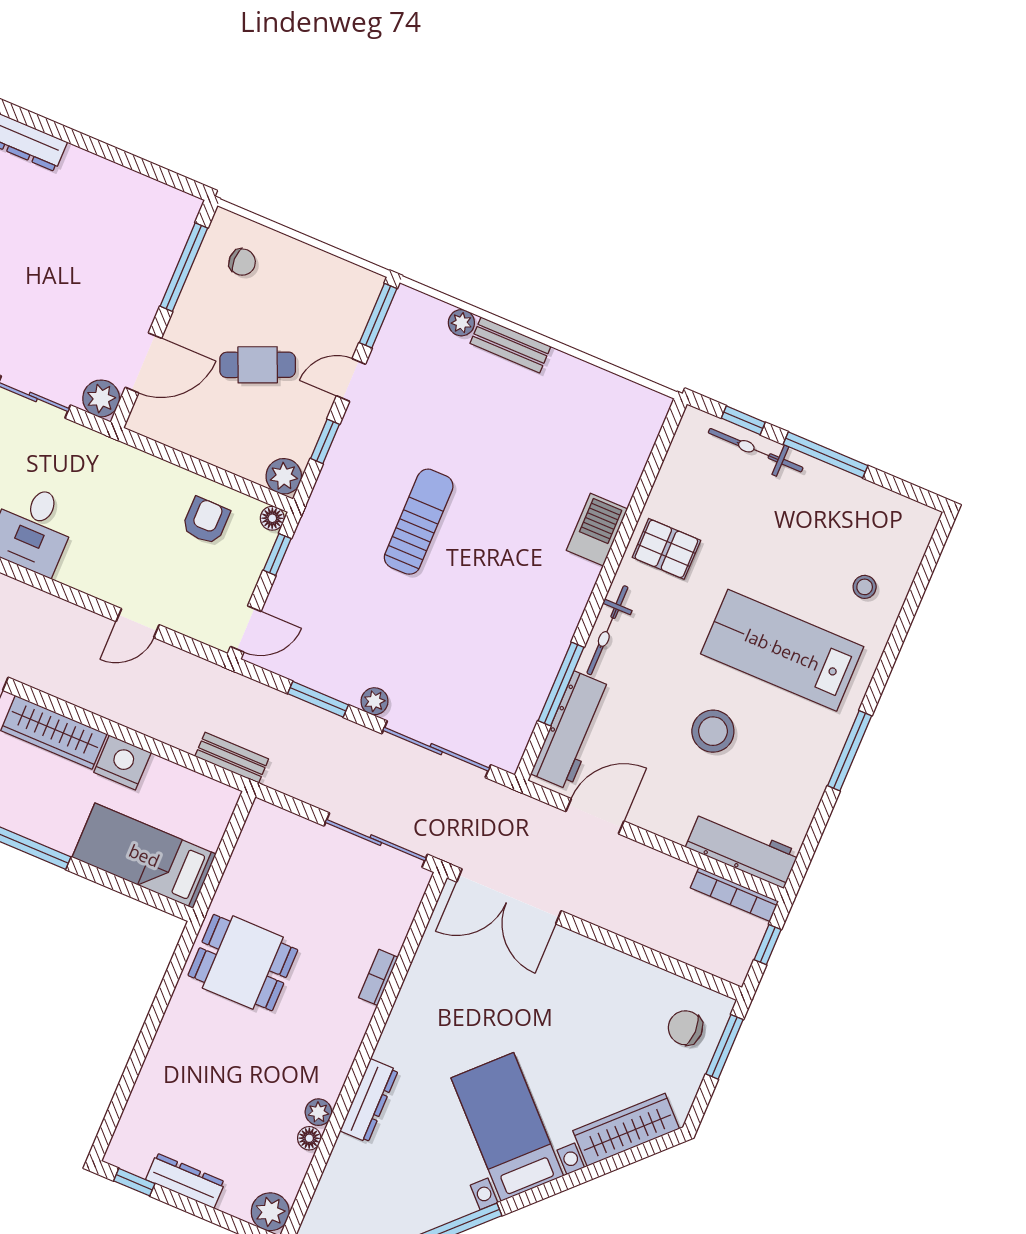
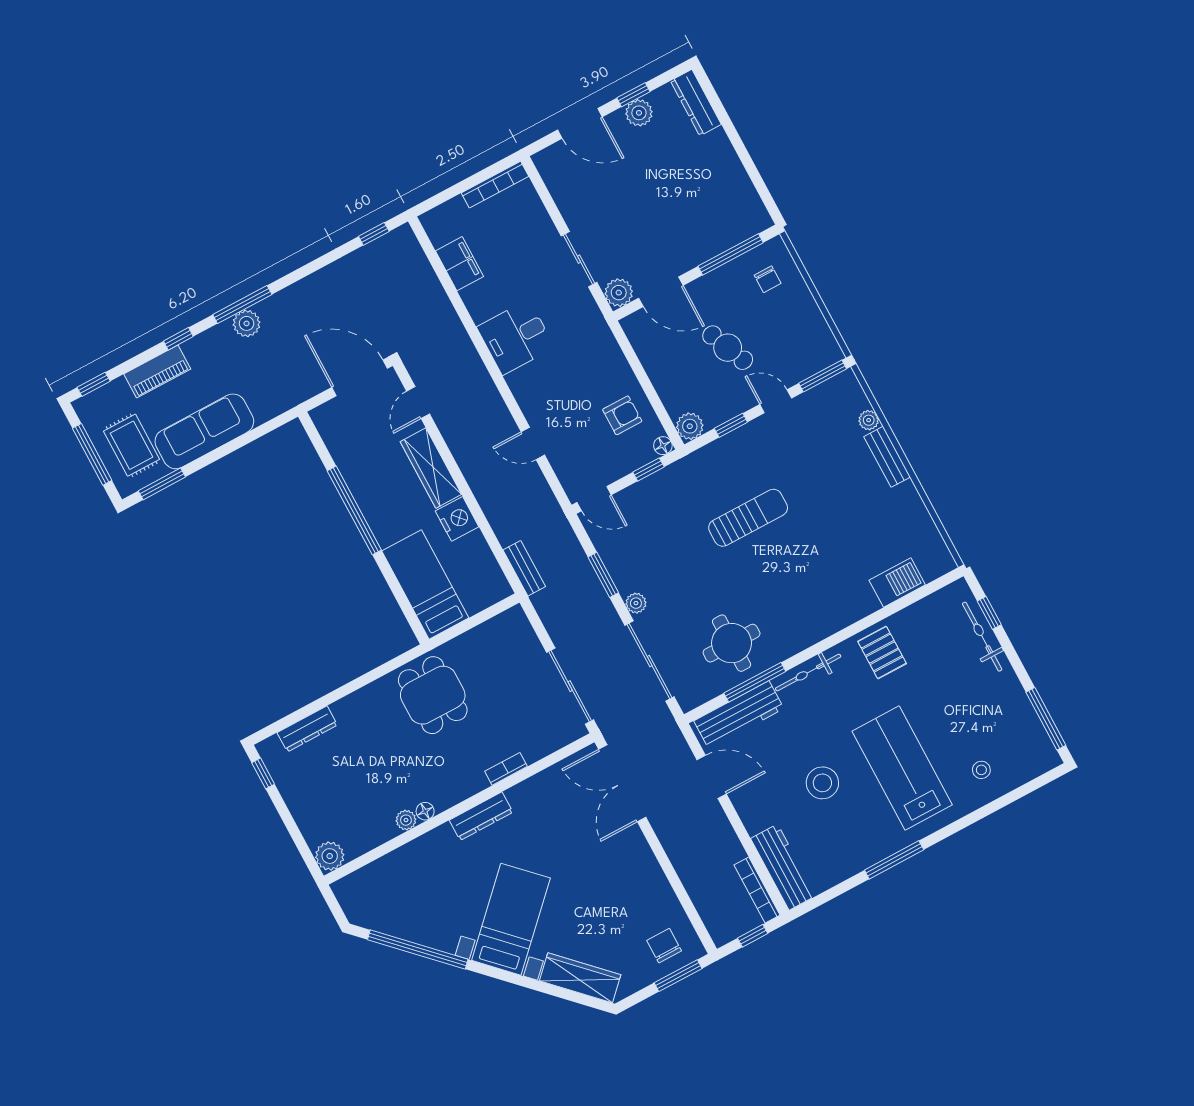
window: (825, 455) -> (1046, 719), moved
barbecue: (597, 530) -> (897, 582), moved
round table: (505, 663) -> (732, 643), added
dresser: (369, 1101) -> (481, 816), moved
floor lamp: (309, 1138) -> (425, 811), moved
dresser: (185, 1181) -> (307, 729), moved, turned 90

